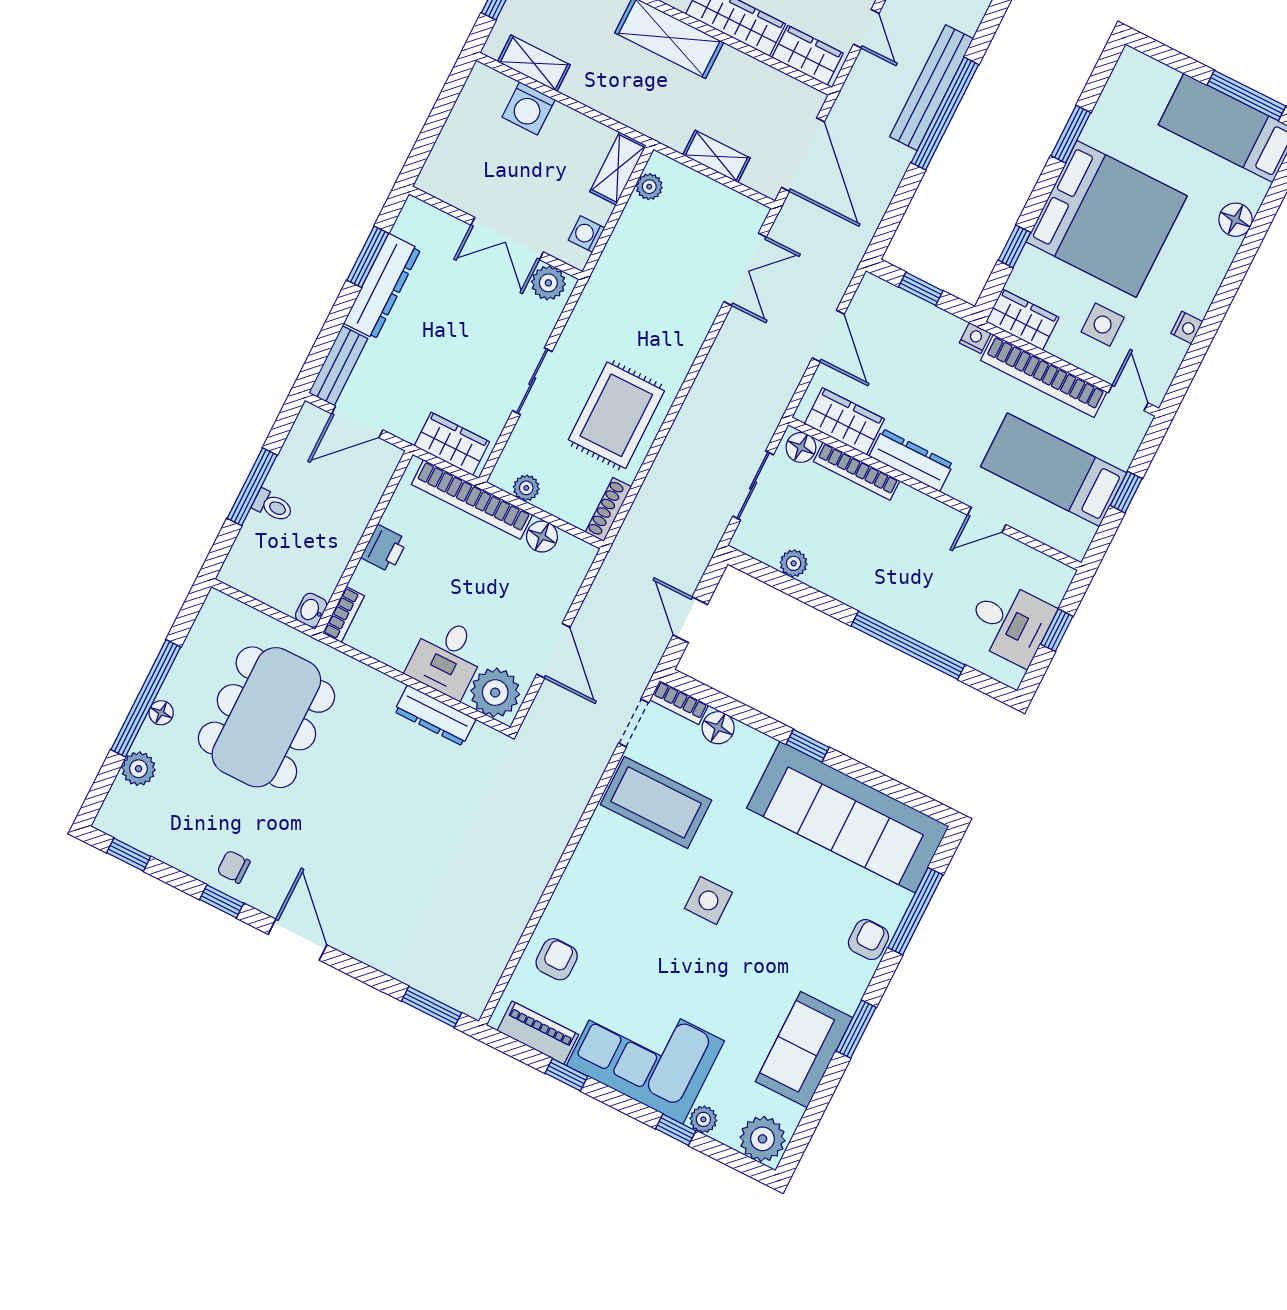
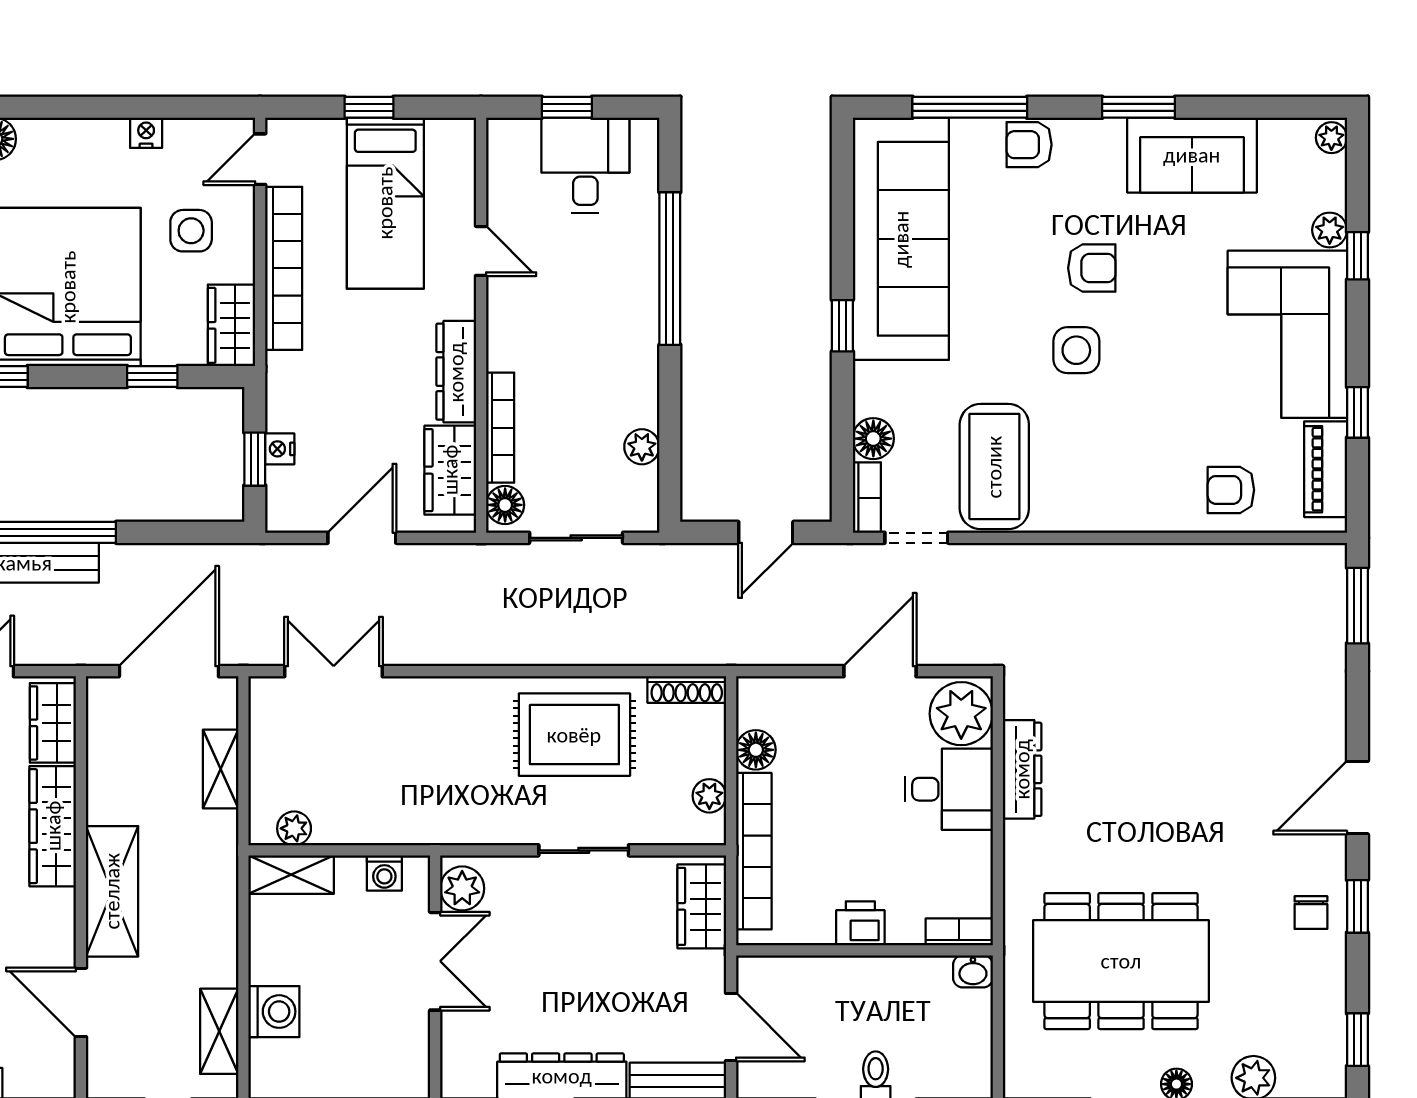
nightstand: (975, 338) -> (280, 449), moved
armchair: (760, 940) -> (1092, 268), added
plant: (762, 1139) -> (1331, 138), width x0.53, depth x0.53

